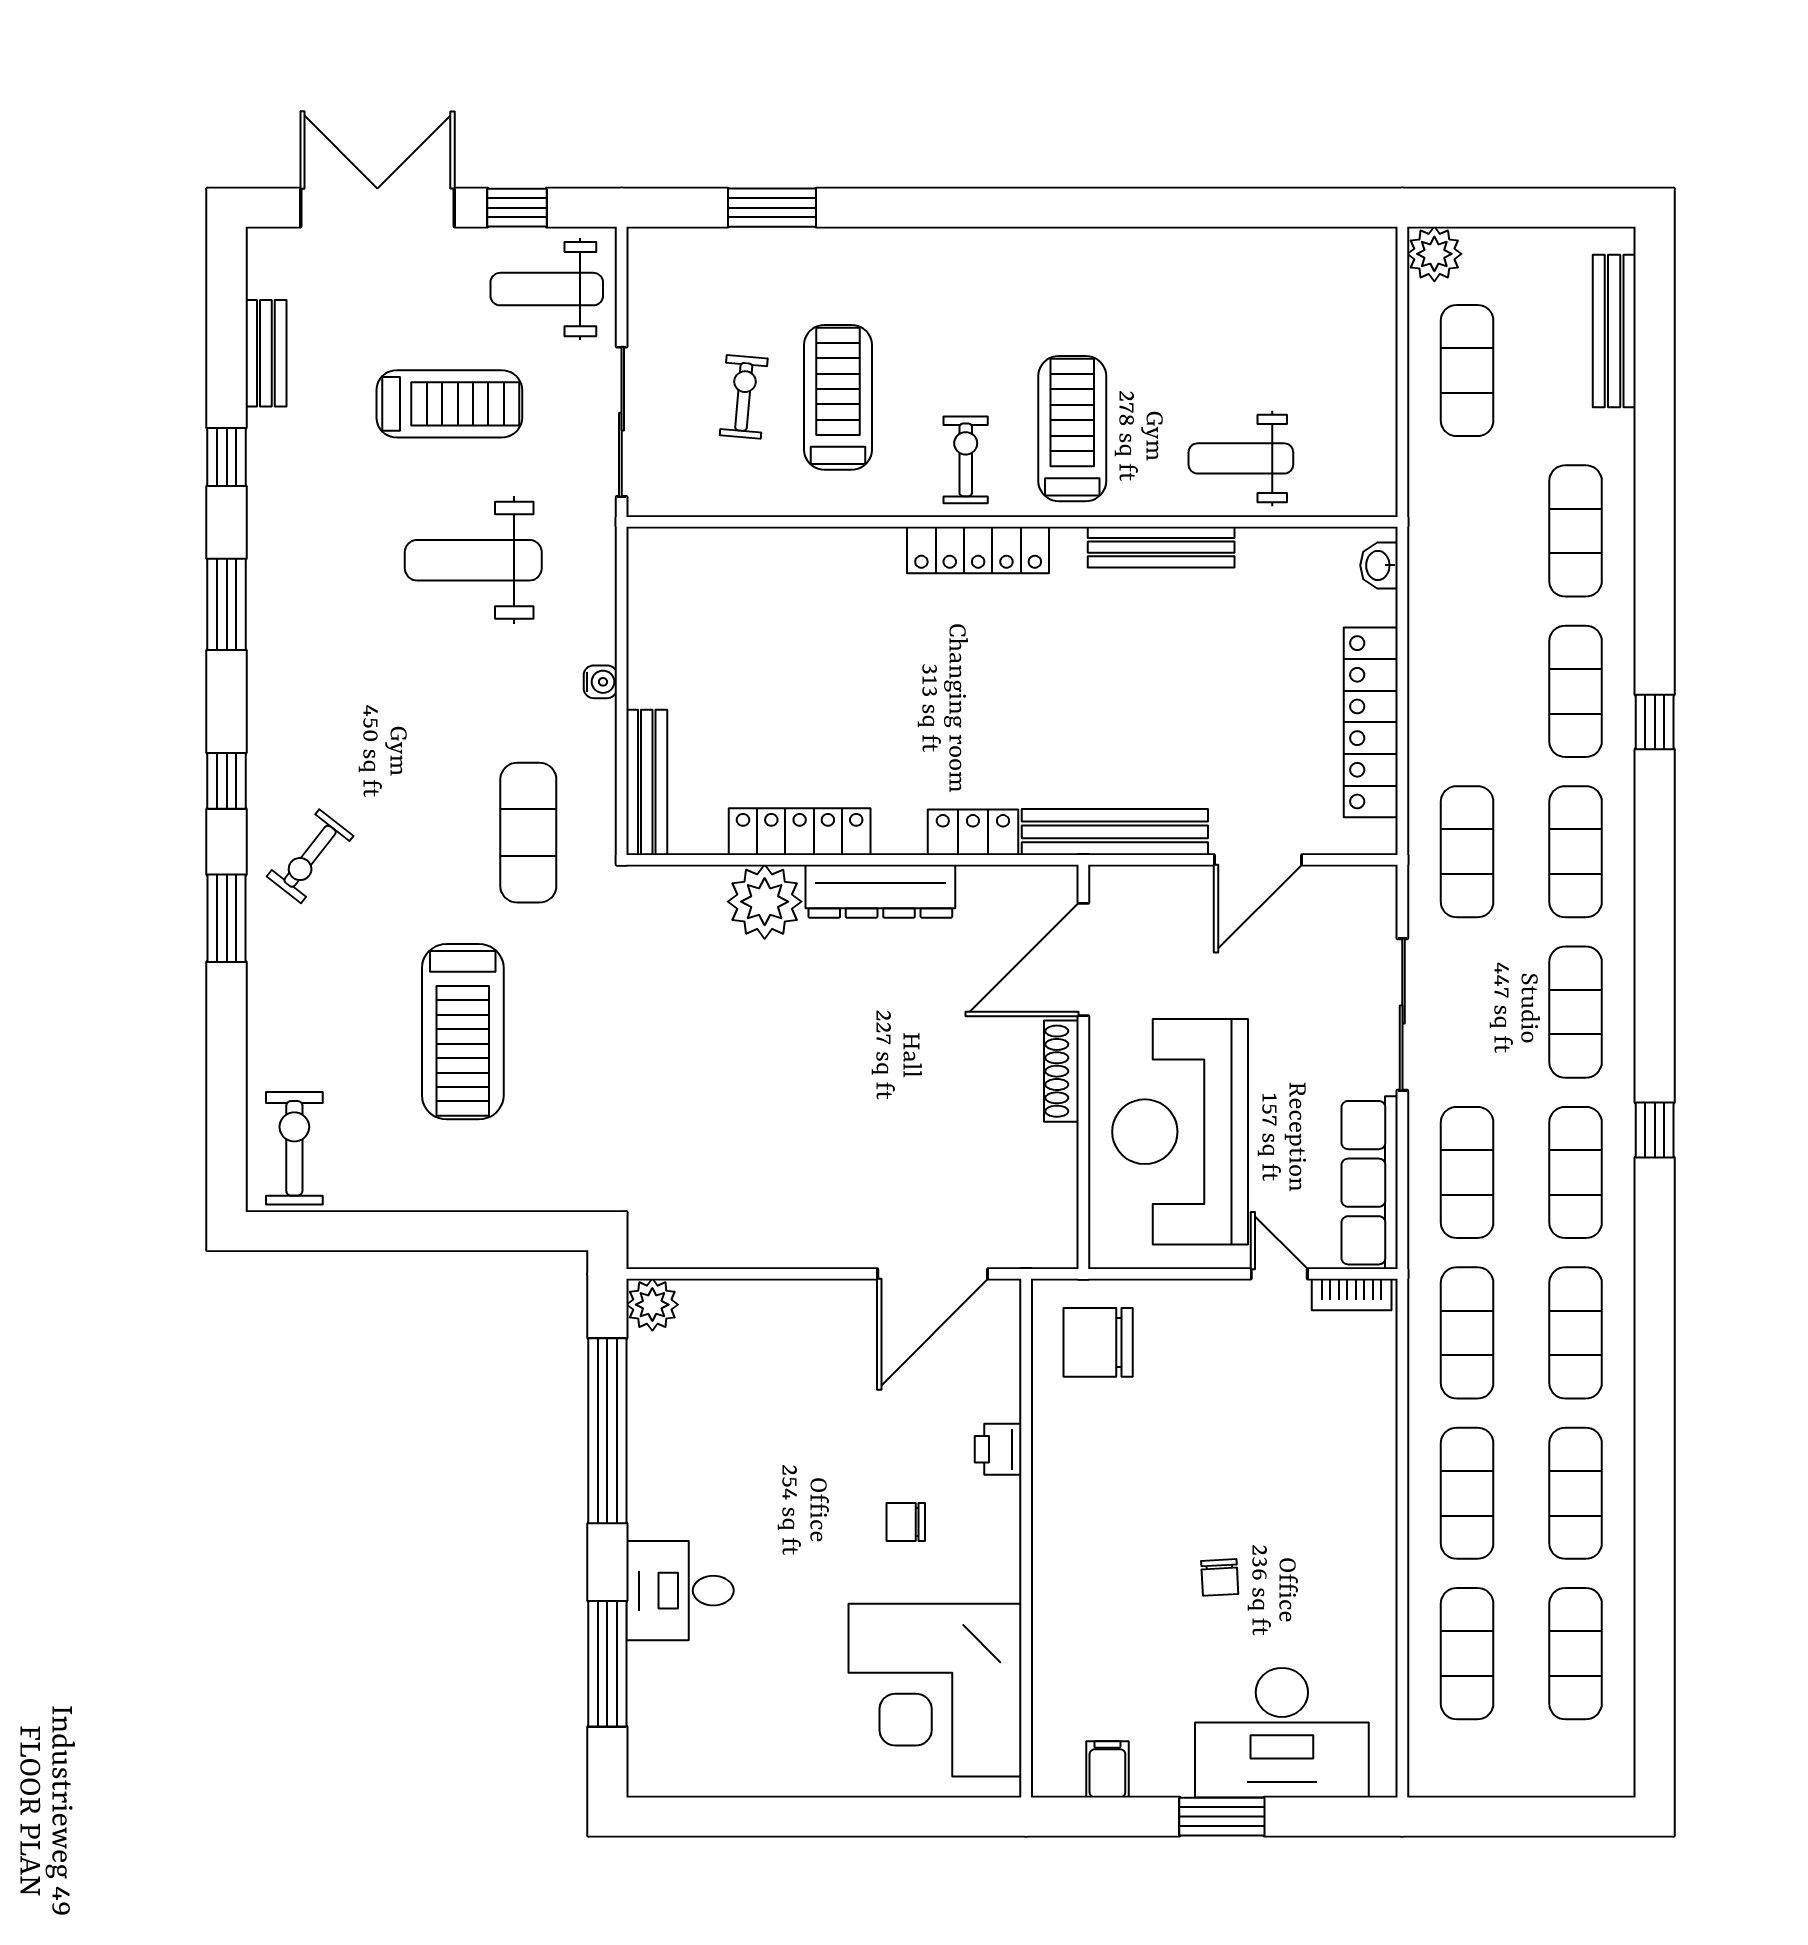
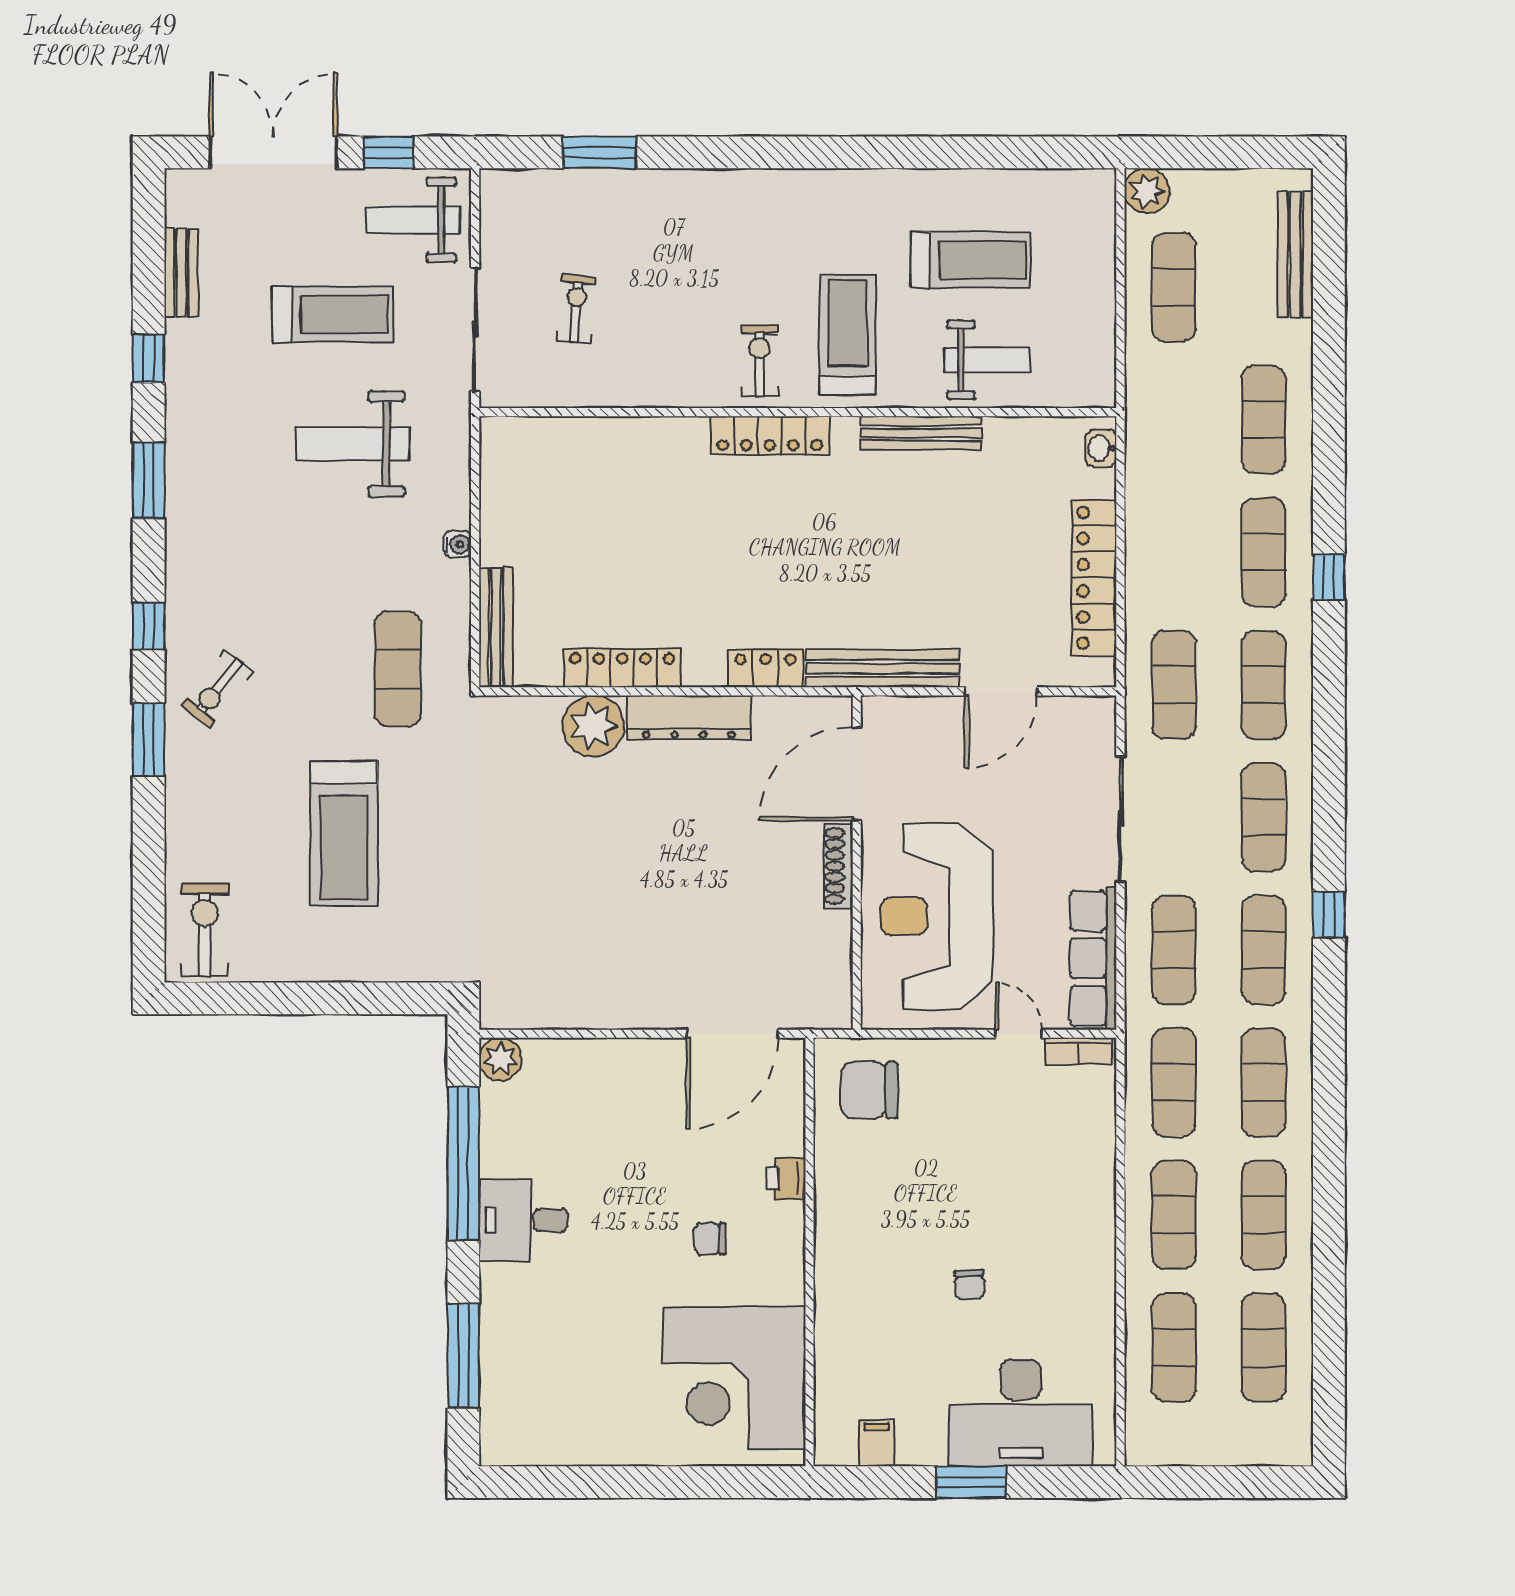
treadmill: (838, 397) -> (971, 260), moved, turned 90
weight bench: (1241, 458) -> (987, 360), turned 180
desk: (680, 1591) -> (523, 1220), moved

